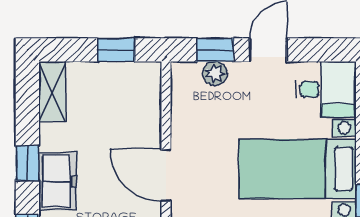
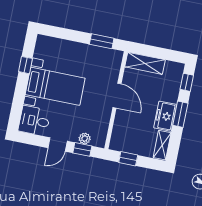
window: (27, 163) -> (180, 114), width x1.50
freezer: (58, 181) -> (165, 116), moved

